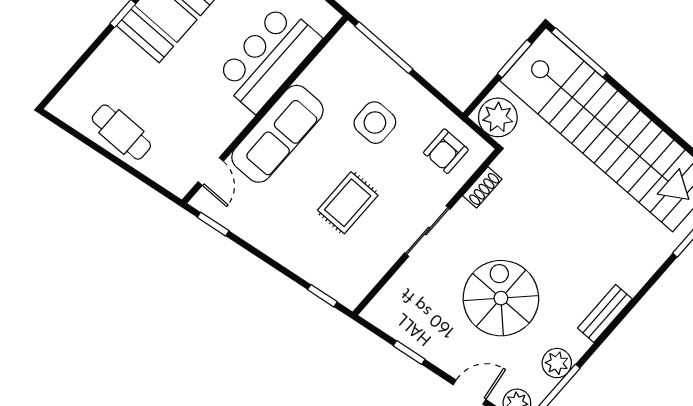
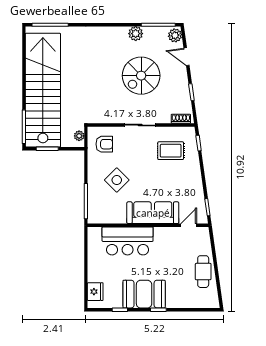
plant: (498, 117) -> (79, 136), width x0.53, depth x0.53
side table: (375, 123) -> (117, 180), turned 45
shoe rack: (482, 187) -> (181, 119), moved
rug: (348, 203) -> (171, 151), moved
bench: (605, 314) -> (113, 32), removed
plant: (557, 363) -> (136, 34), moved

